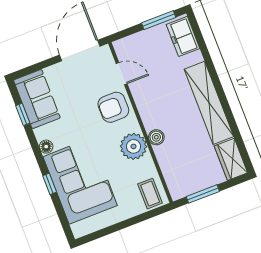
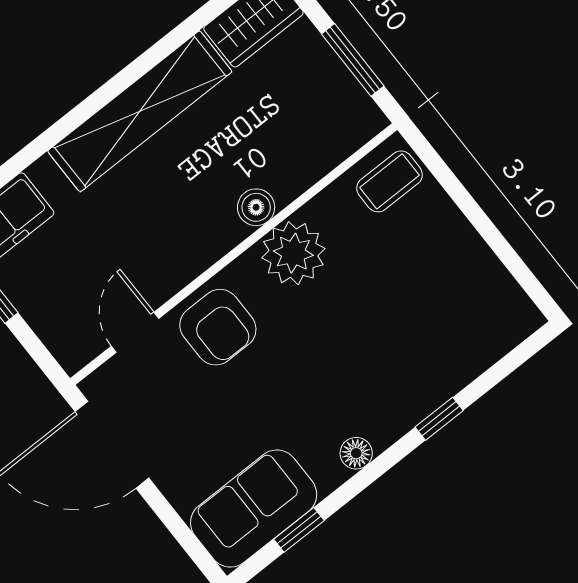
corner sofa: (80, 181) -> (411, 351), removed

